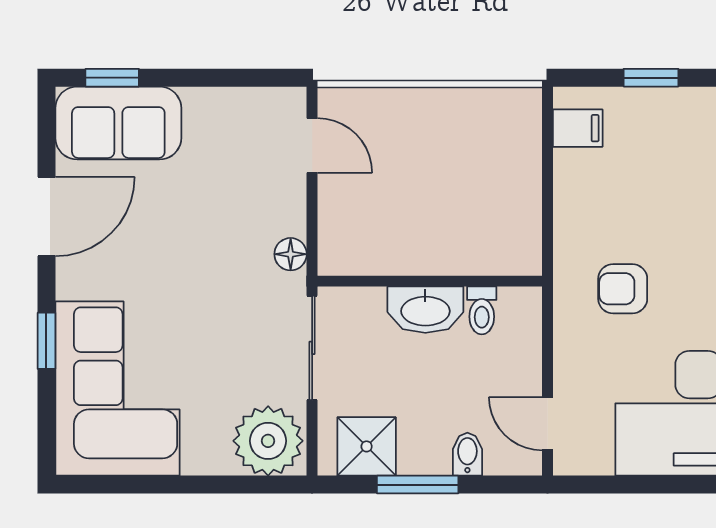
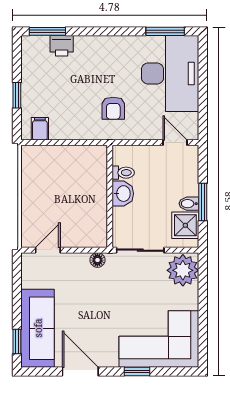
sofa: (118, 123) -> (38, 328), width x1.36
washbasin: (425, 310) -> (123, 194), width x0.72
door: (547, 424) -> (175, 143), swing flipped
bidet: (467, 454) -> (189, 204), moved

